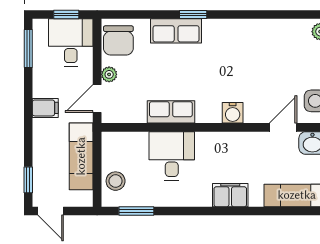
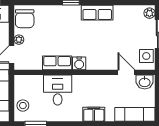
row of seats: (176, 31) -> (97, 13), moved
water cooler: (233, 113) -> (79, 63), moved
door: (283, 127) -> (126, 72), hinge flipped

